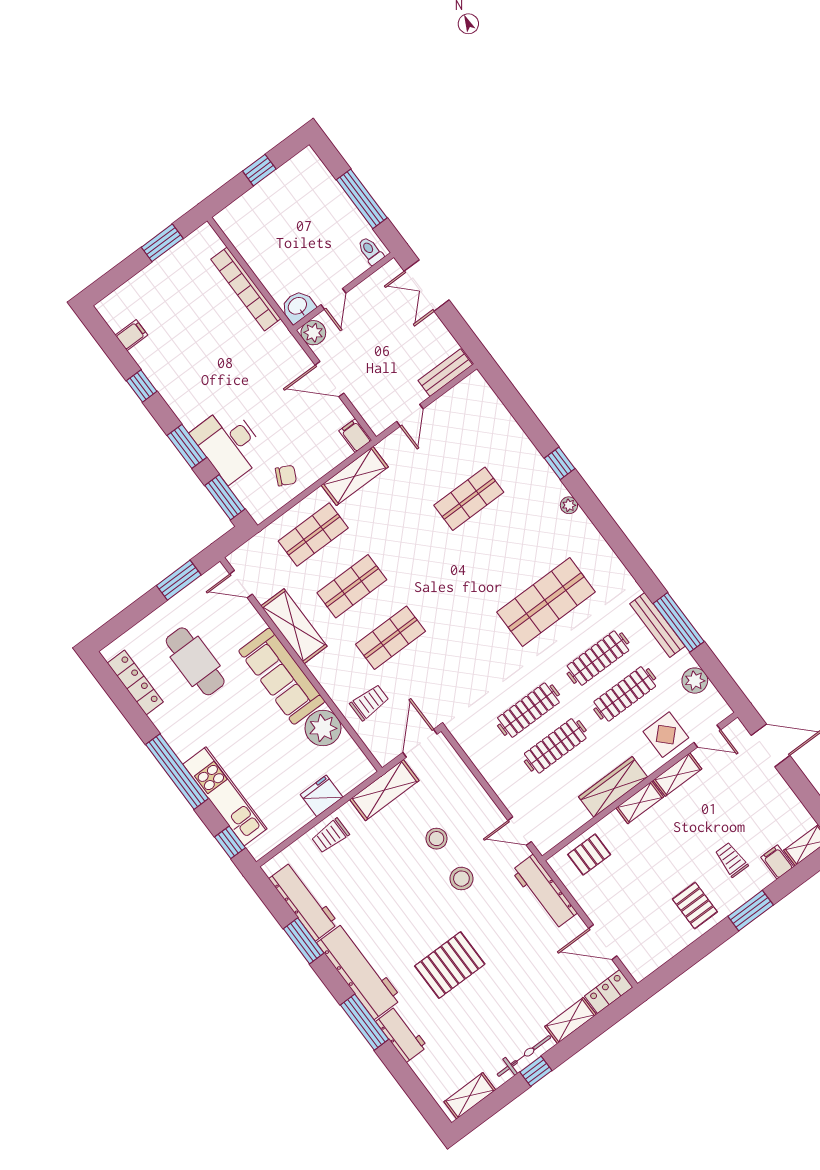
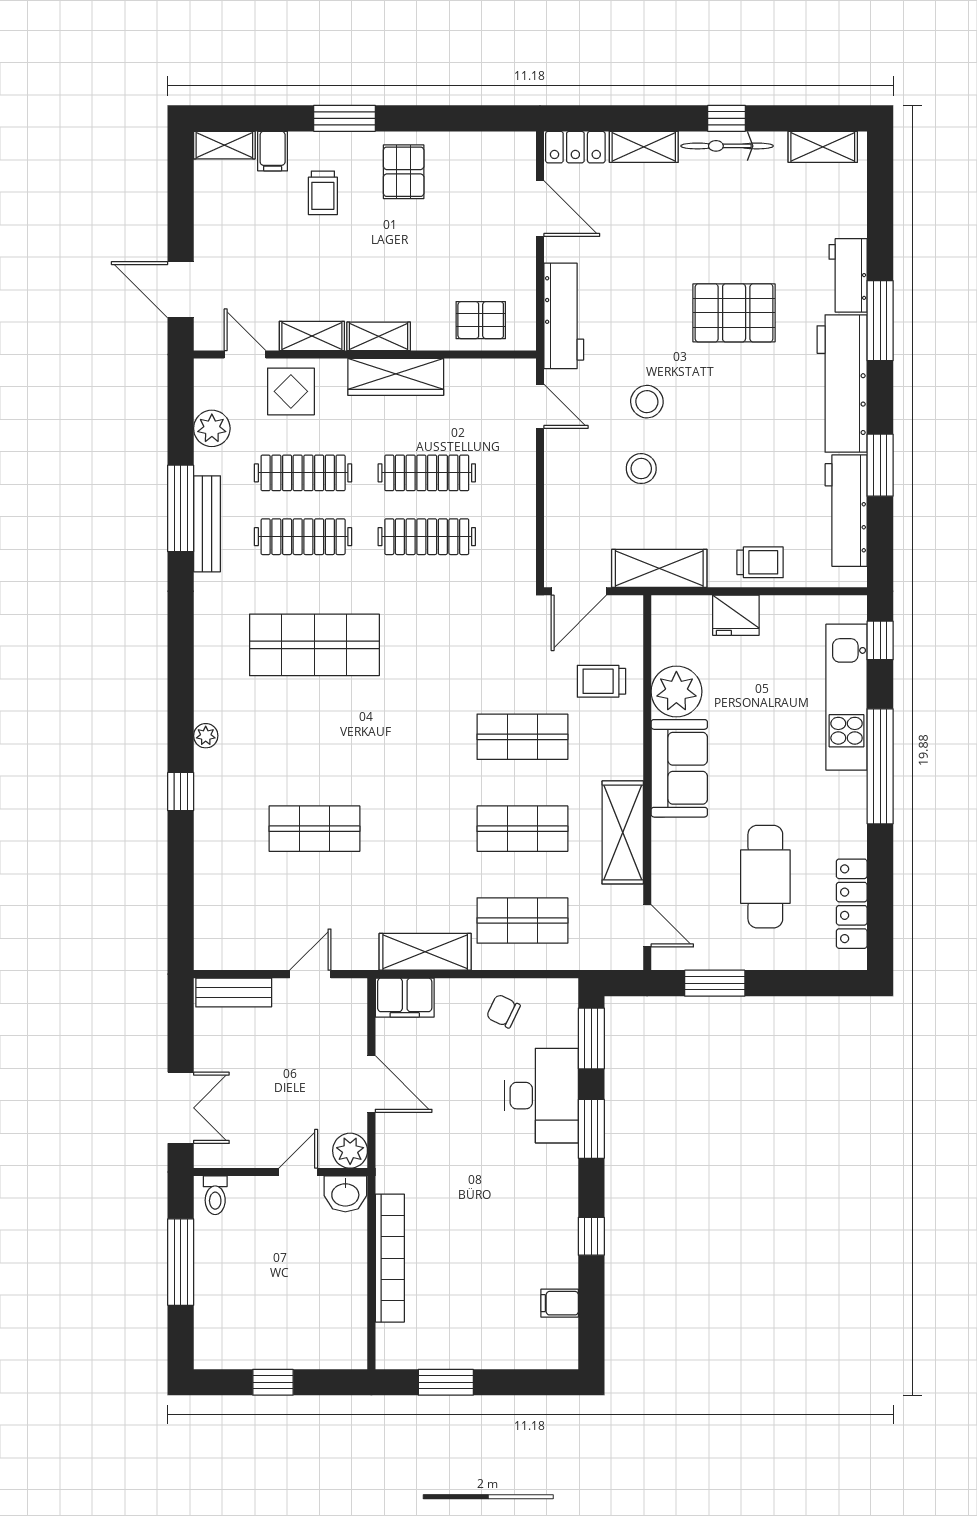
filing cabinet: (355, 435) -> (405, 998), width x2.00
sofa: (282, 676) -> (679, 768), width x0.73

